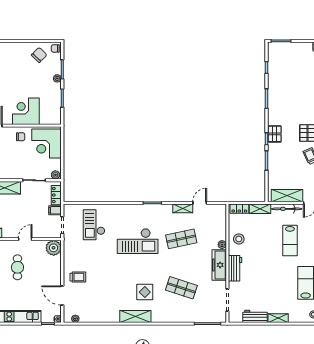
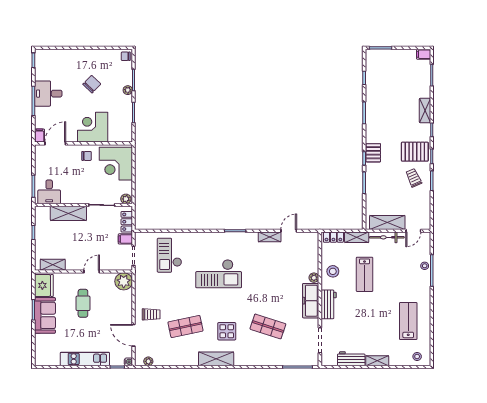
chair: (39, 55) -> (92, 84), moved
shop shelf: (181, 239) -> (185, 326), moved
lab bench: (290, 241) -> (365, 274), moved

